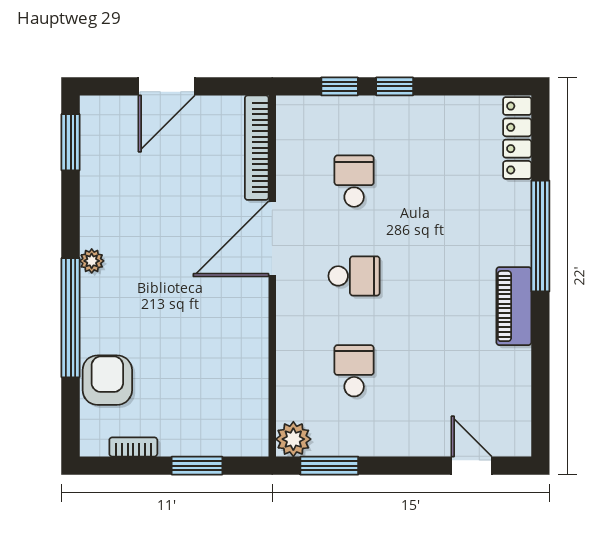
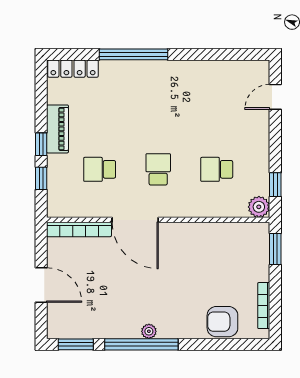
piano: (514, 306) -> (57, 129), moved, turned -90
window: (71, 318) -> (141, 344), moved
bookcase: (133, 447) -> (264, 306), width x1.56
window: (197, 466) -> (275, 249), moved
window: (329, 466) -> (275, 185), width x0.67

